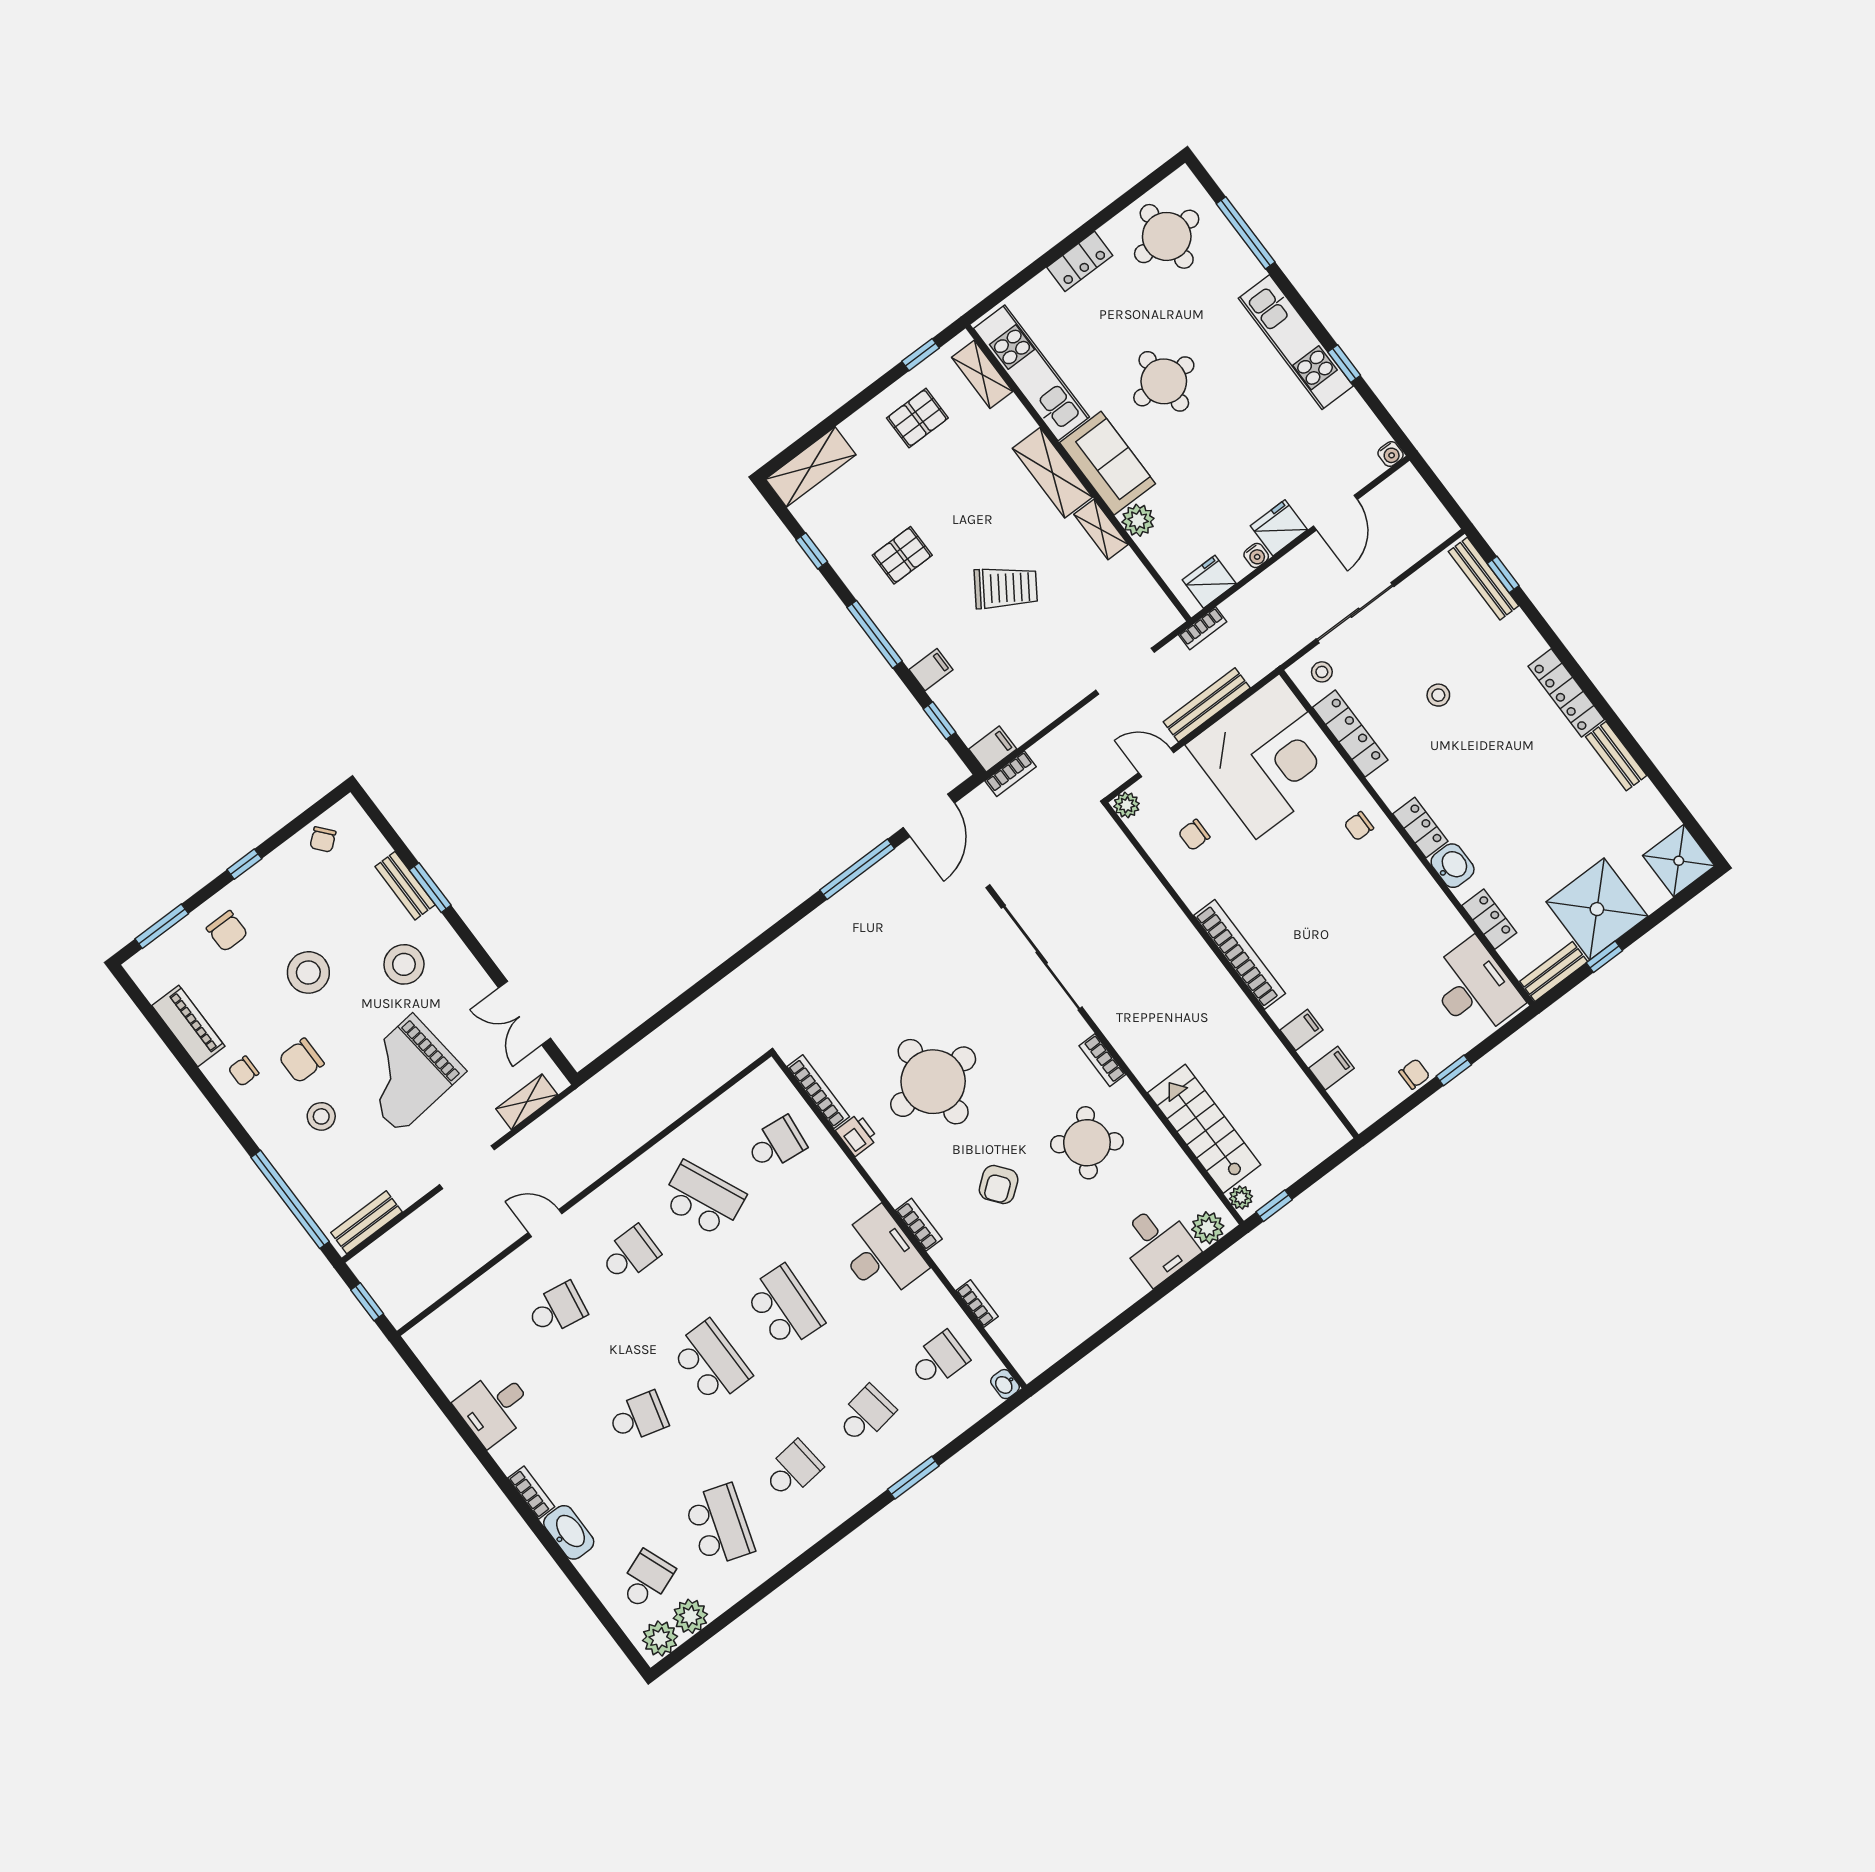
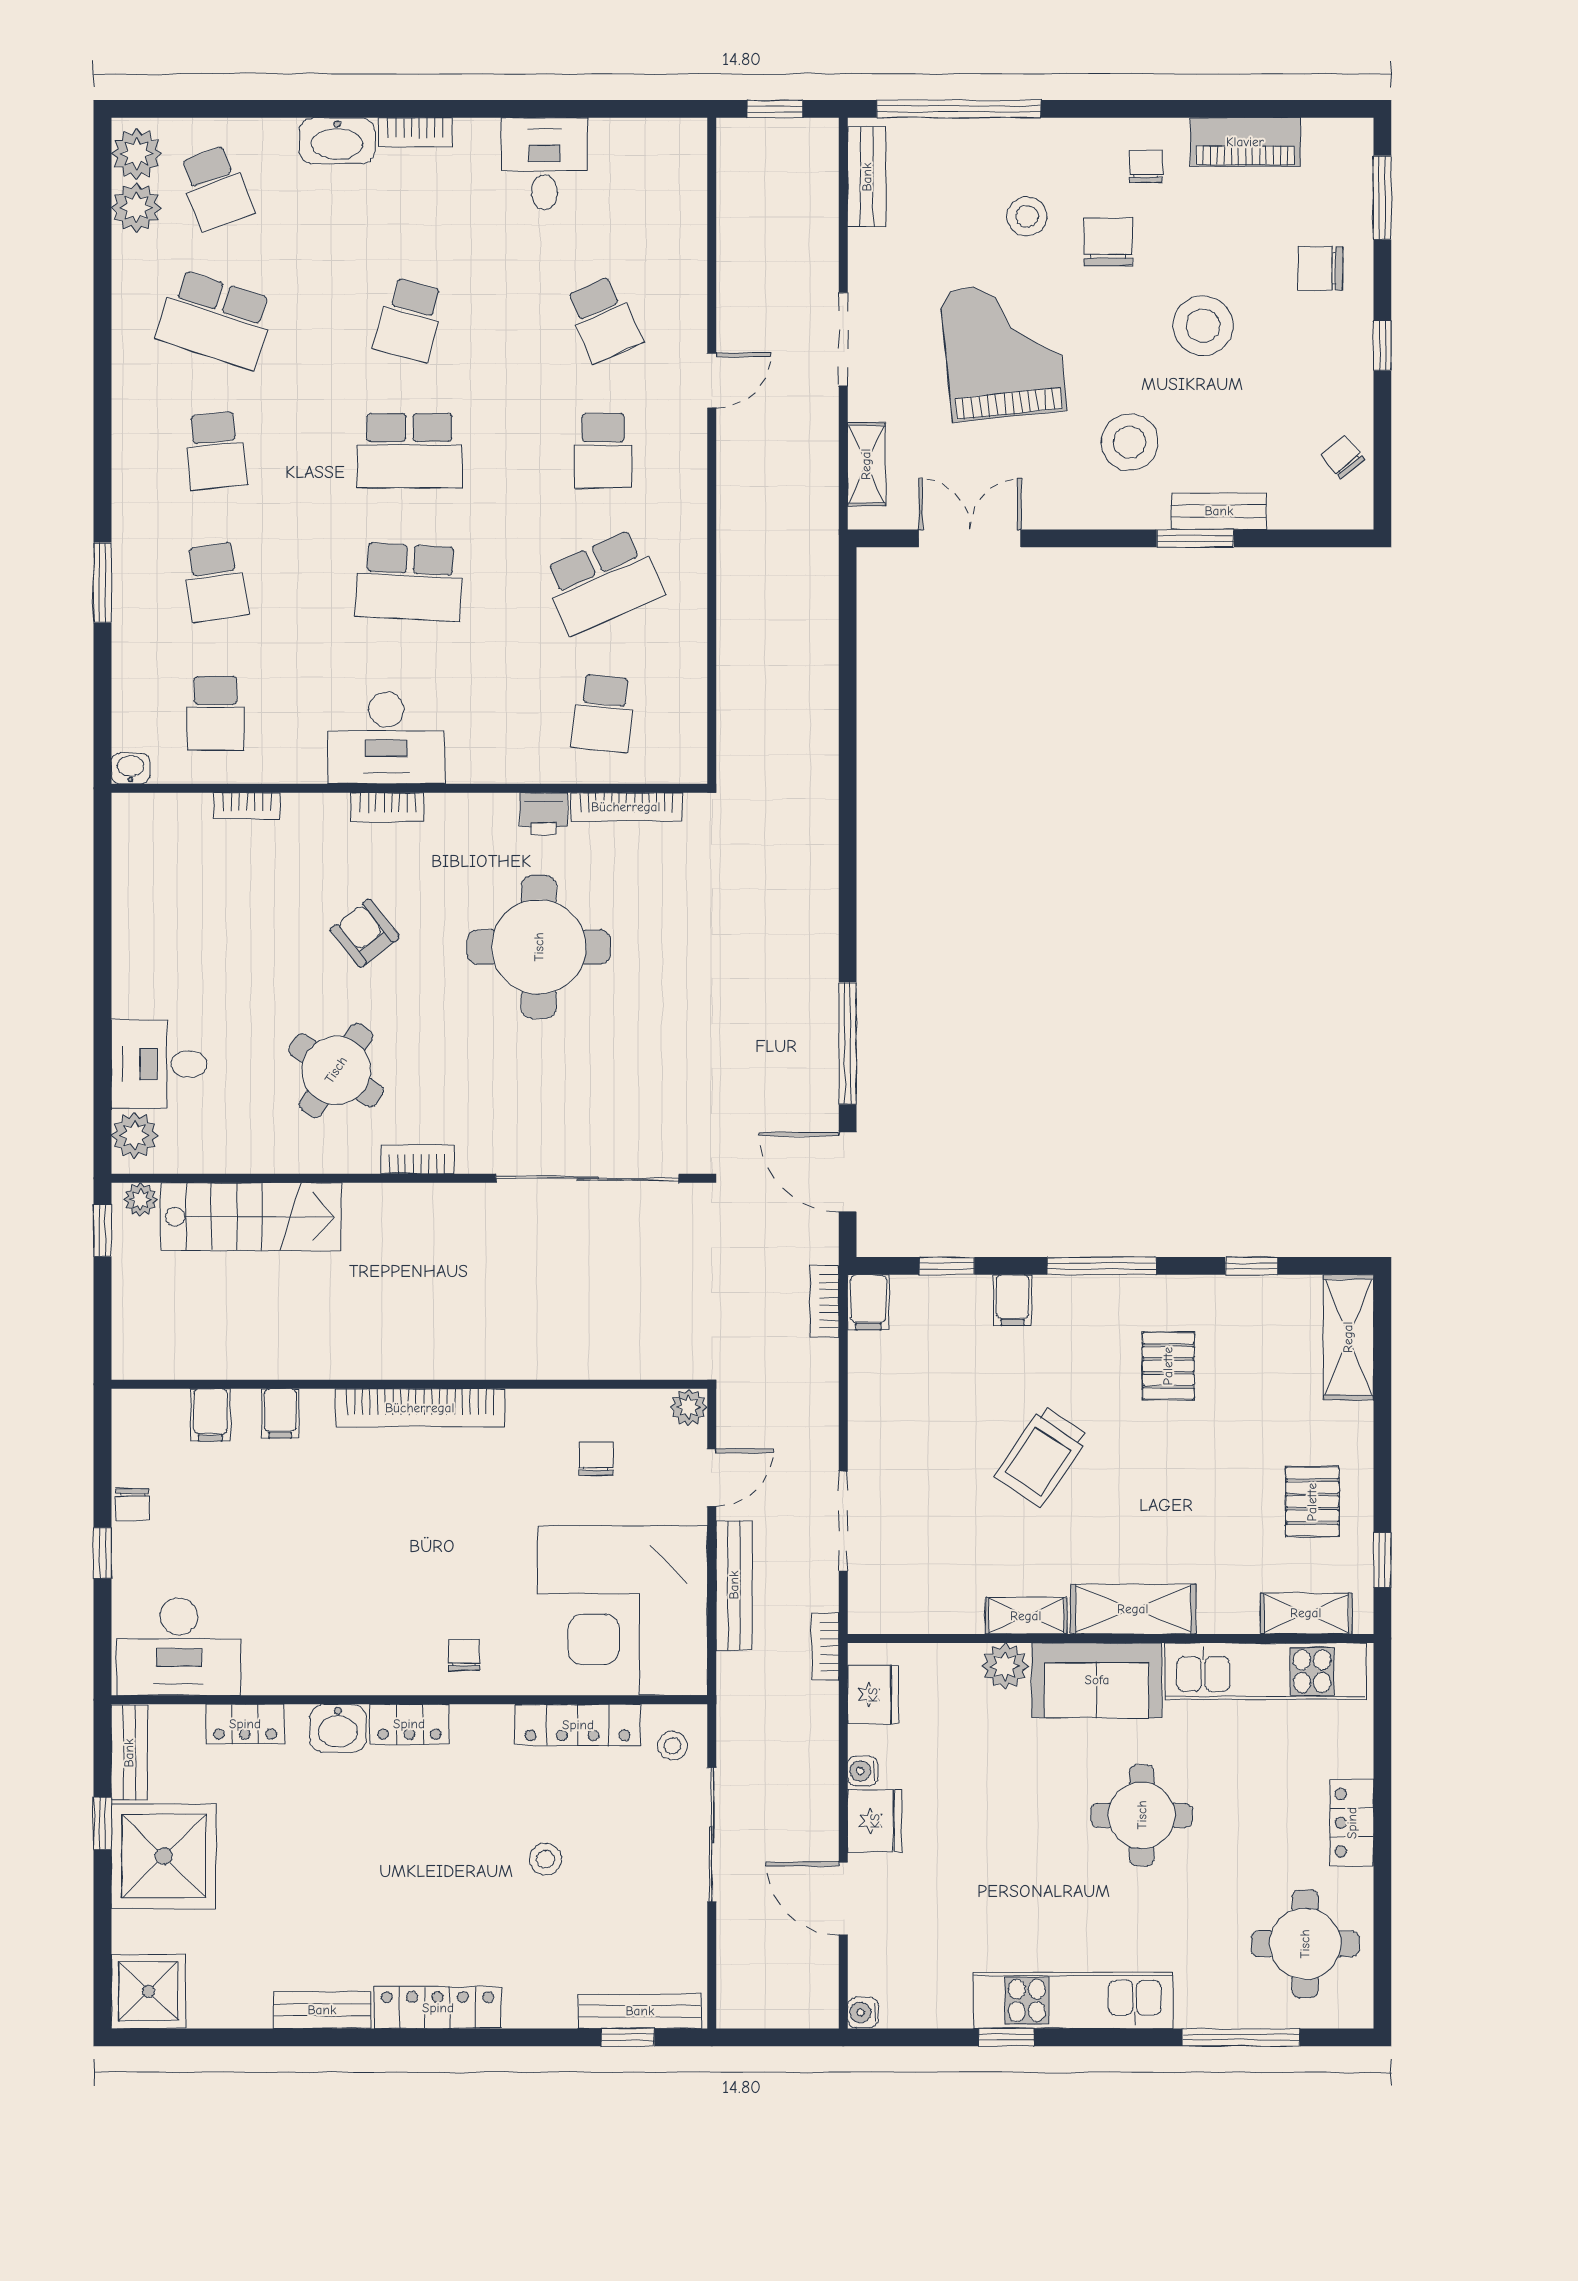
school desk: (557, 1309) -> (603, 319), turned -33

